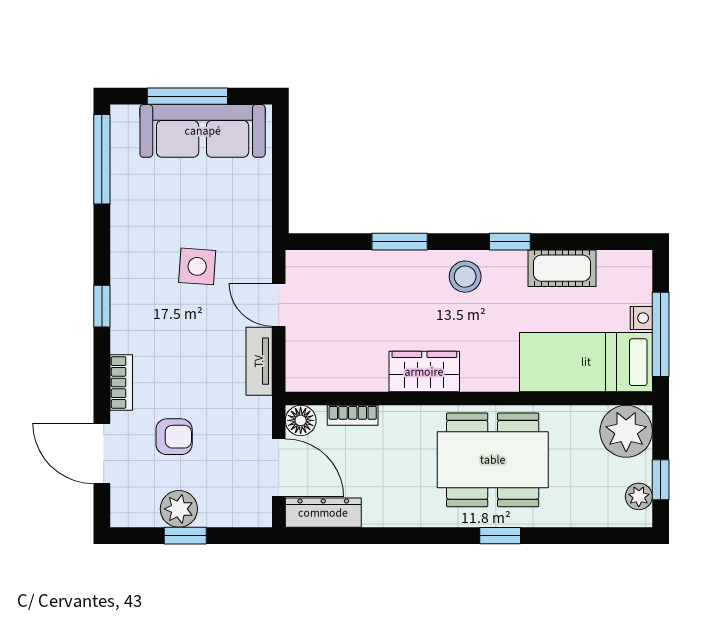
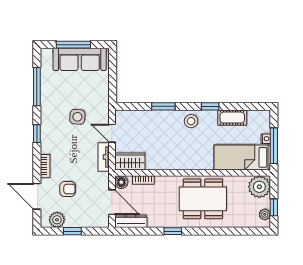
window: (102, 159) -> (37, 87), moved
wardrobe: (424, 372) -> (130, 161), moved
plant: (179, 509) -> (57, 220), moved
window: (500, 536) -> (173, 231), moved

